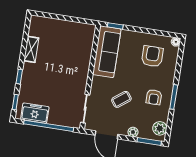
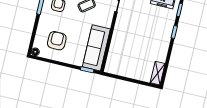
shelving: (31, 49) -> (158, 73), moved
armchair: (152, 56) -> (57, 41), turned 180

